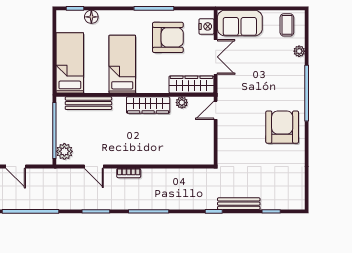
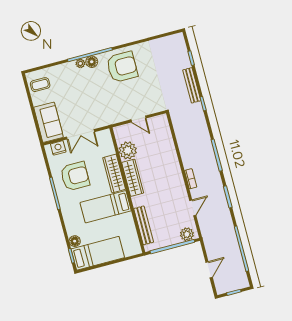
armchair: (168, 37) -> (75, 176), turned 90
plant: (299, 51) -> (80, 63), moved
double door: (216, 57) -> (80, 134), swing flipped
bed: (70, 63) -> (98, 253), moved, turned 180
wardrobe: (191, 84) -> (114, 173), moved
floor lamp: (298, 93) -> (92, 62), added
plant: (182, 103) -> (128, 150), width x1.87, depth x1.87
door: (216, 110) -> (138, 119), moved
armchair: (282, 127) -> (122, 67), turned 180

